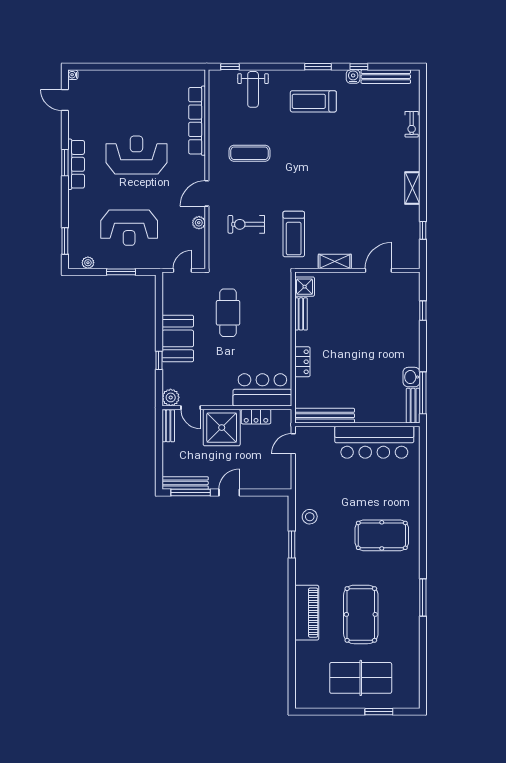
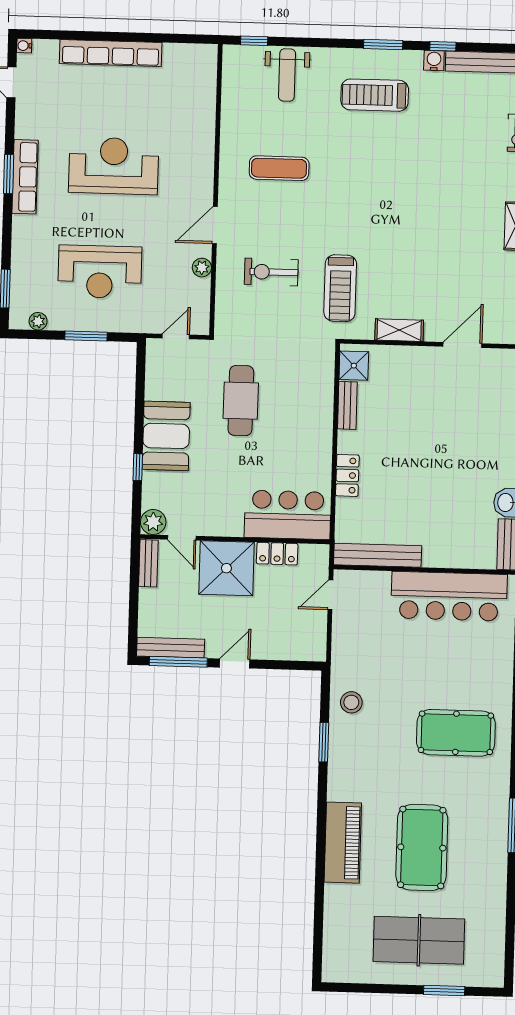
row of seats: (197, 121) -> (111, 53), moved, turned -90

